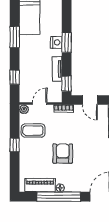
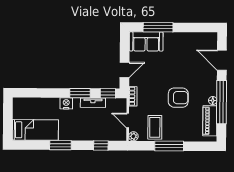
window: (67, 42) -> (80, 93), moved
window: (15, 145) -> (169, 146), width x2.17
armchair: (63, 154) -> (178, 98), turned 180

